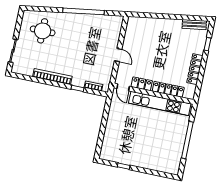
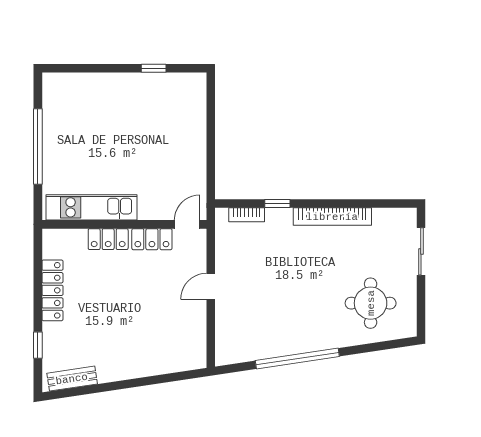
door: (118, 55) -> (211, 286), hinge flipped
door: (123, 87) -> (187, 224), hinge flipped
locker: (168, 89) -> (108, 239), width x0.66
kitchen unit: (160, 104) -> (91, 207), width x0.73

